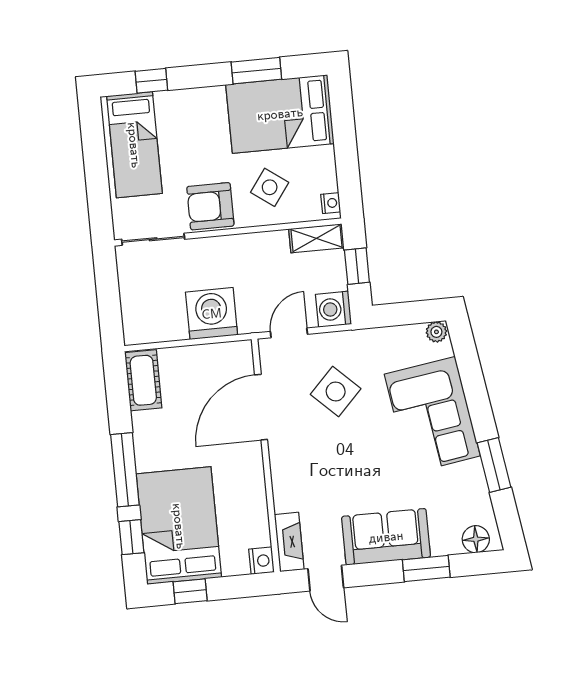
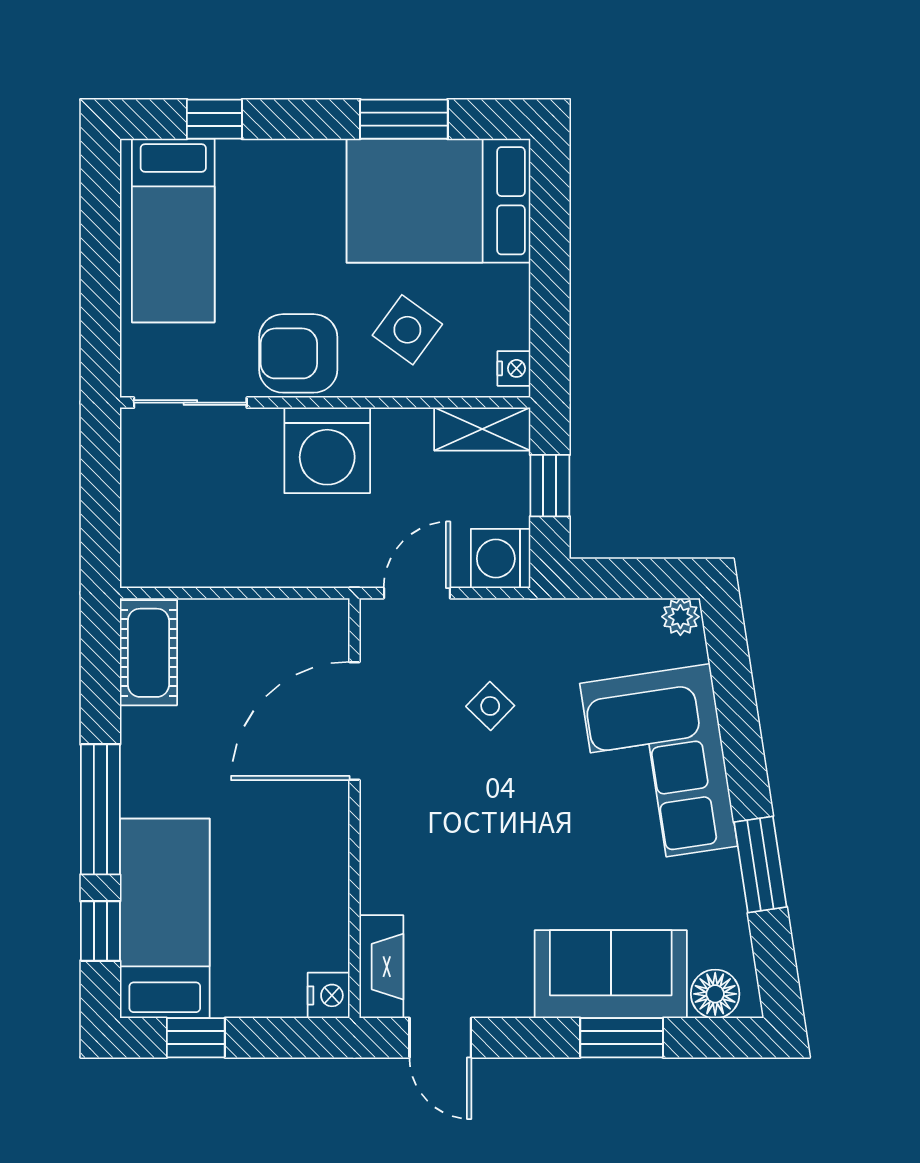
washing machine: (212, 314) -> (327, 450), moved, turned 180
side table: (336, 392) -> (490, 706), width x0.54, depth x0.54
bed: (179, 526) -> (165, 918), width x0.67
sofa: (386, 537) -> (611, 974), moved

